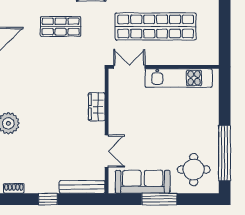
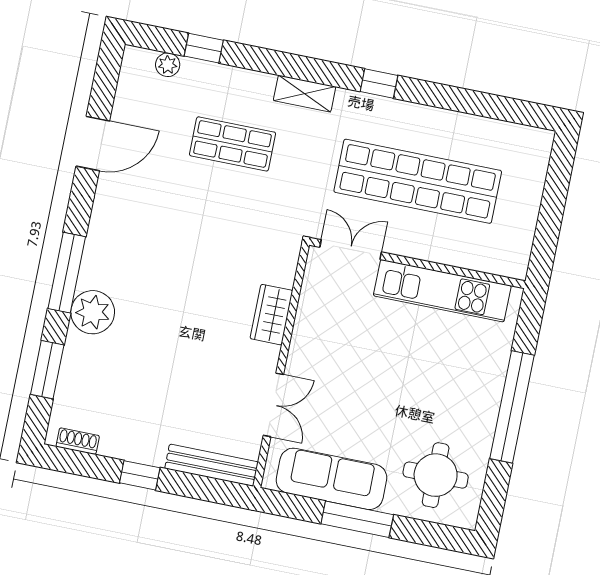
window: (225, 153) -> (512, 407), moved

